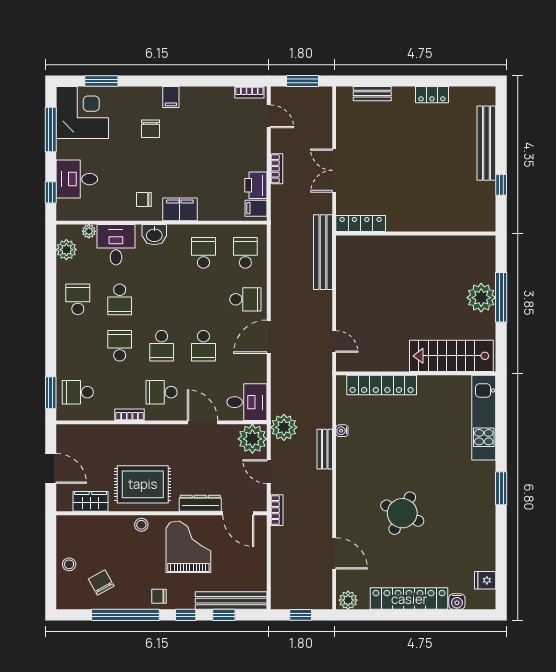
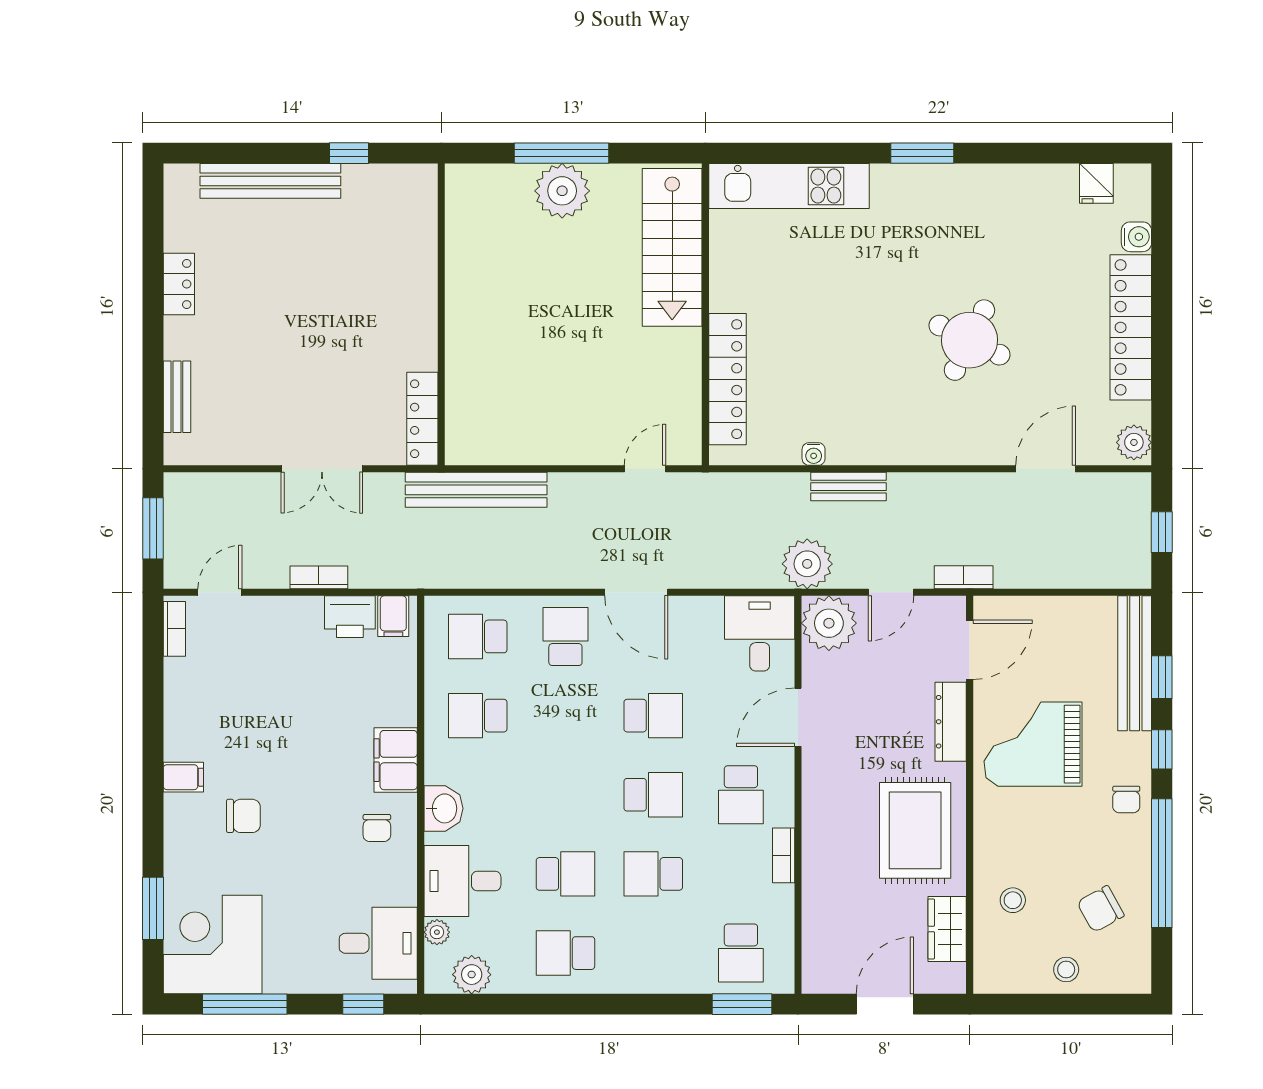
desk: (77, 179) -> (378, 943), moved, turned -90
stool: (141, 525) -> (1013, 900), moved

